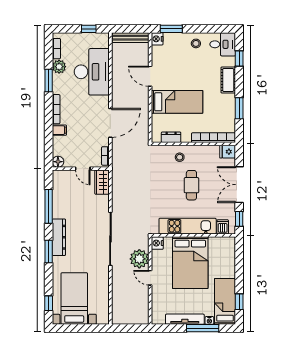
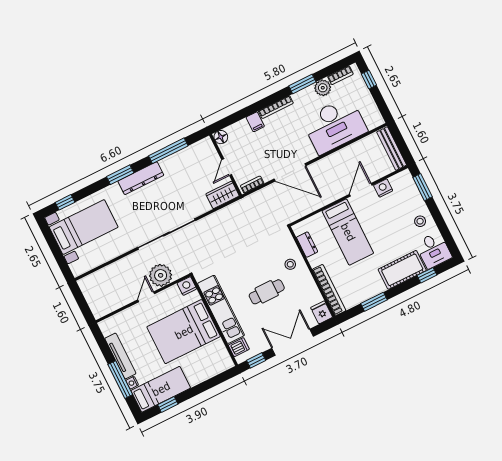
window: (89, 29) -> (369, 80), moved
nightstand: (157, 39) -> (383, 188), moved
cot: (228, 80) -> (402, 270), width x1.37, depth x1.34

